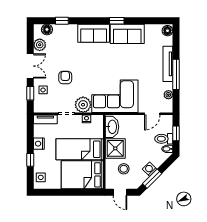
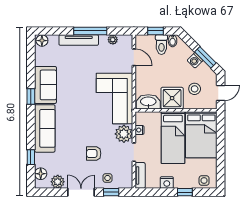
sofa: (94, 33) -> (45, 128), width x1.36

